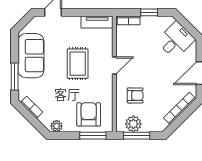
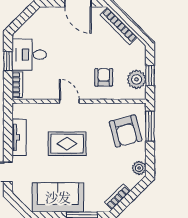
tv unit: (97, 22) -> (19, 137), moved
desk: (176, 40) -> (29, 55), moved, turned -45
armchair: (89, 114) -> (126, 131), turned -105
window: (137, 136) -> (150, 76), width x0.67

